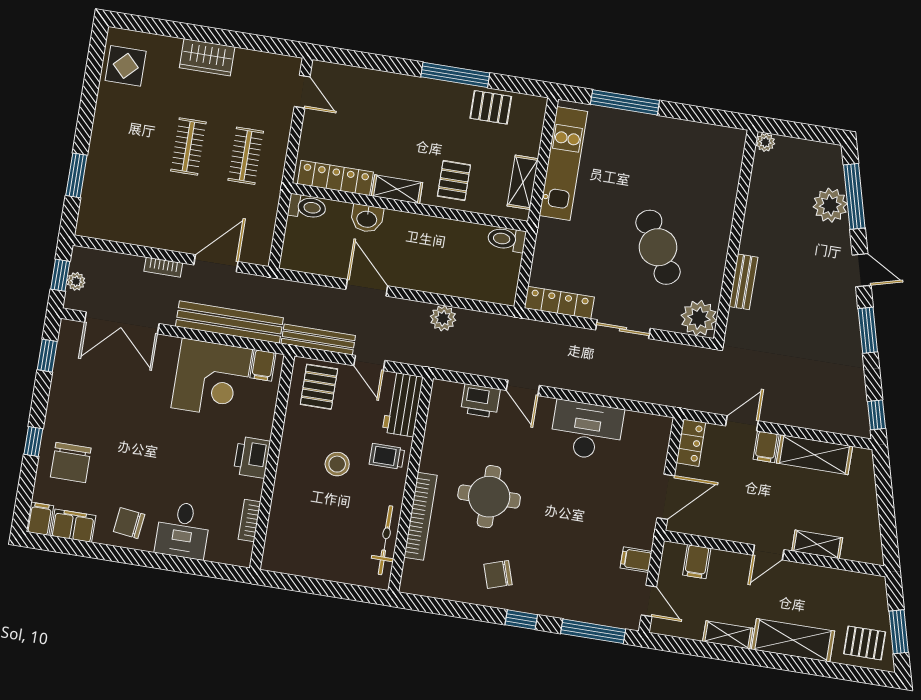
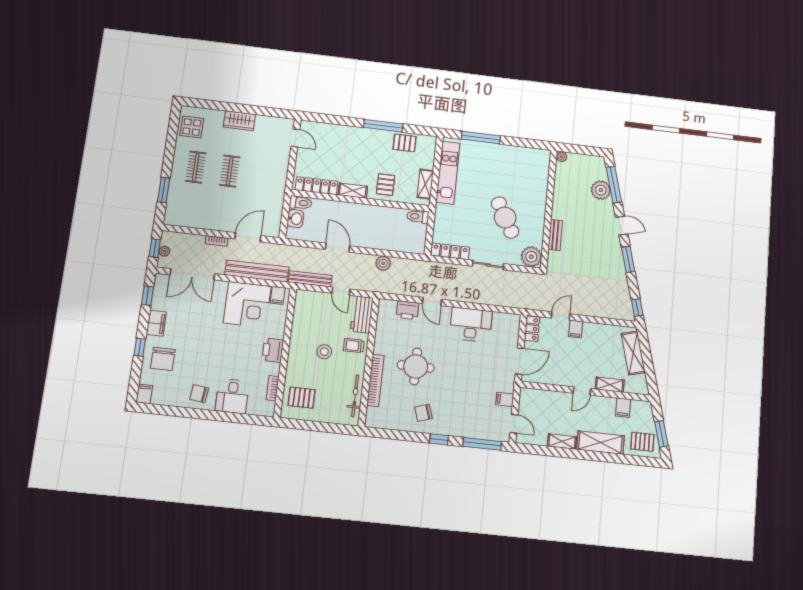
clothes rail: (246, 156) -> (196, 167), moved
washbasin: (367, 218) -> (295, 219), moved, turned -90
pallet: (319, 387) -> (302, 398), moved, turned 90
shelving: (814, 455) -> (633, 353), moved, turned 75
filing cabinet: (73, 526) -> (156, 323), moved, turned 90
filing cabinet: (697, 562) -> (623, 408), moved

